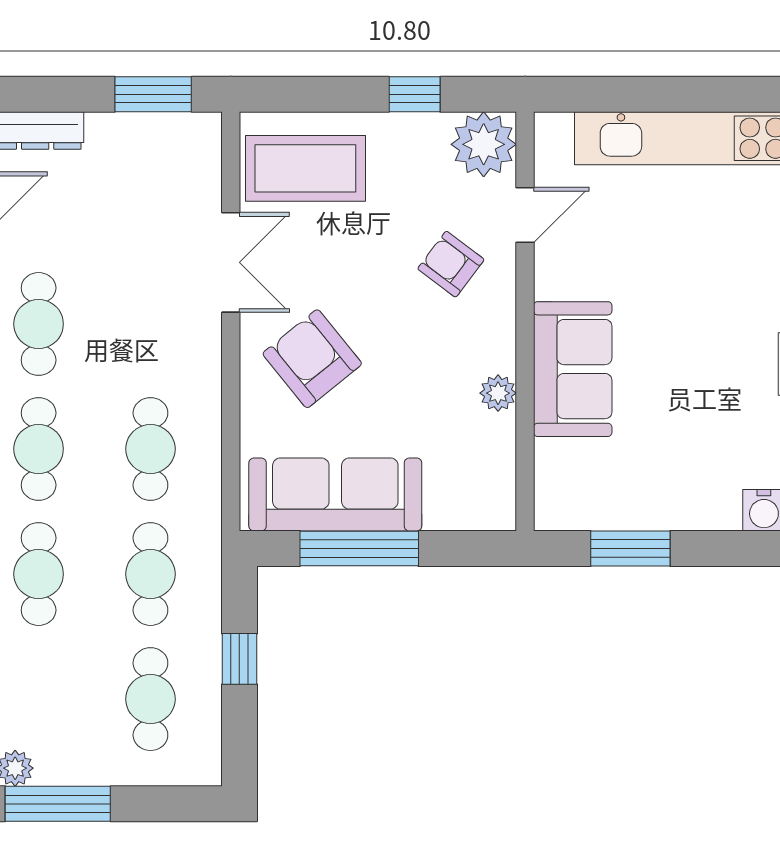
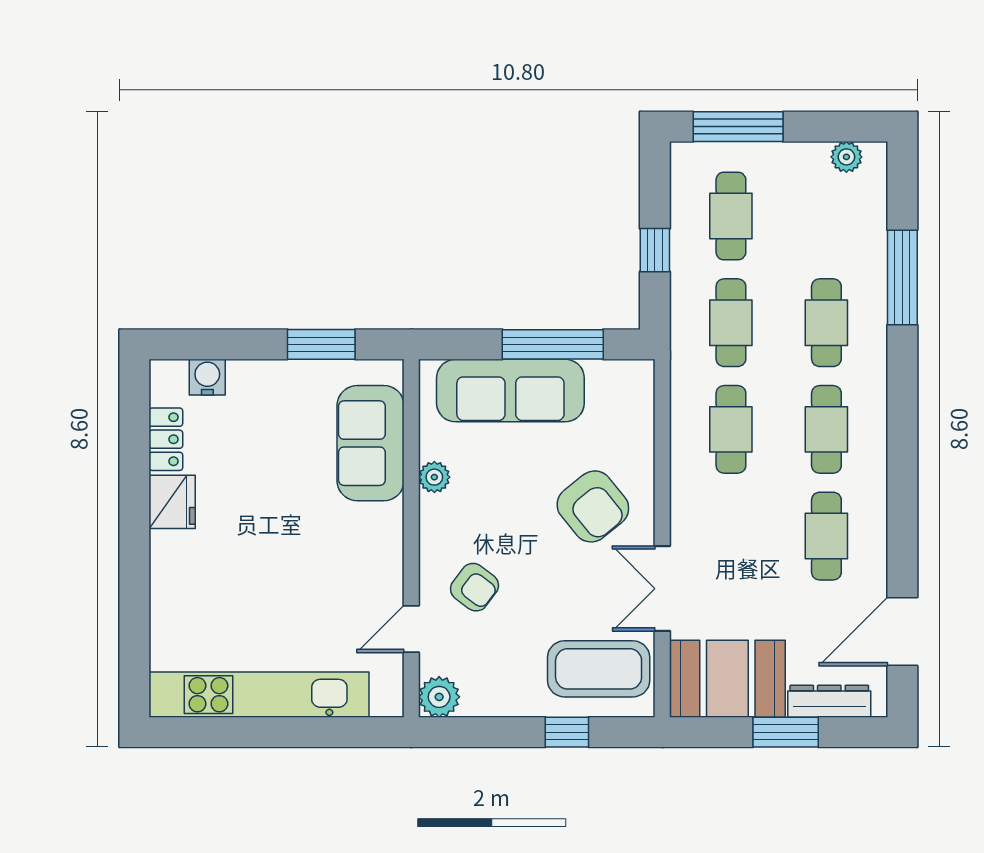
window: (153, 94) -> (786, 732), moved
window: (415, 94) -> (567, 732), moved
plant: (484, 144) -> (439, 697), width x0.73, depth x0.73
booth: (155, 157) -> (727, 679), added
sofa: (573, 369) -> (371, 443), moved
sofa: (335, 495) -> (510, 391), moved
window: (58, 804) -> (738, 127), moved

